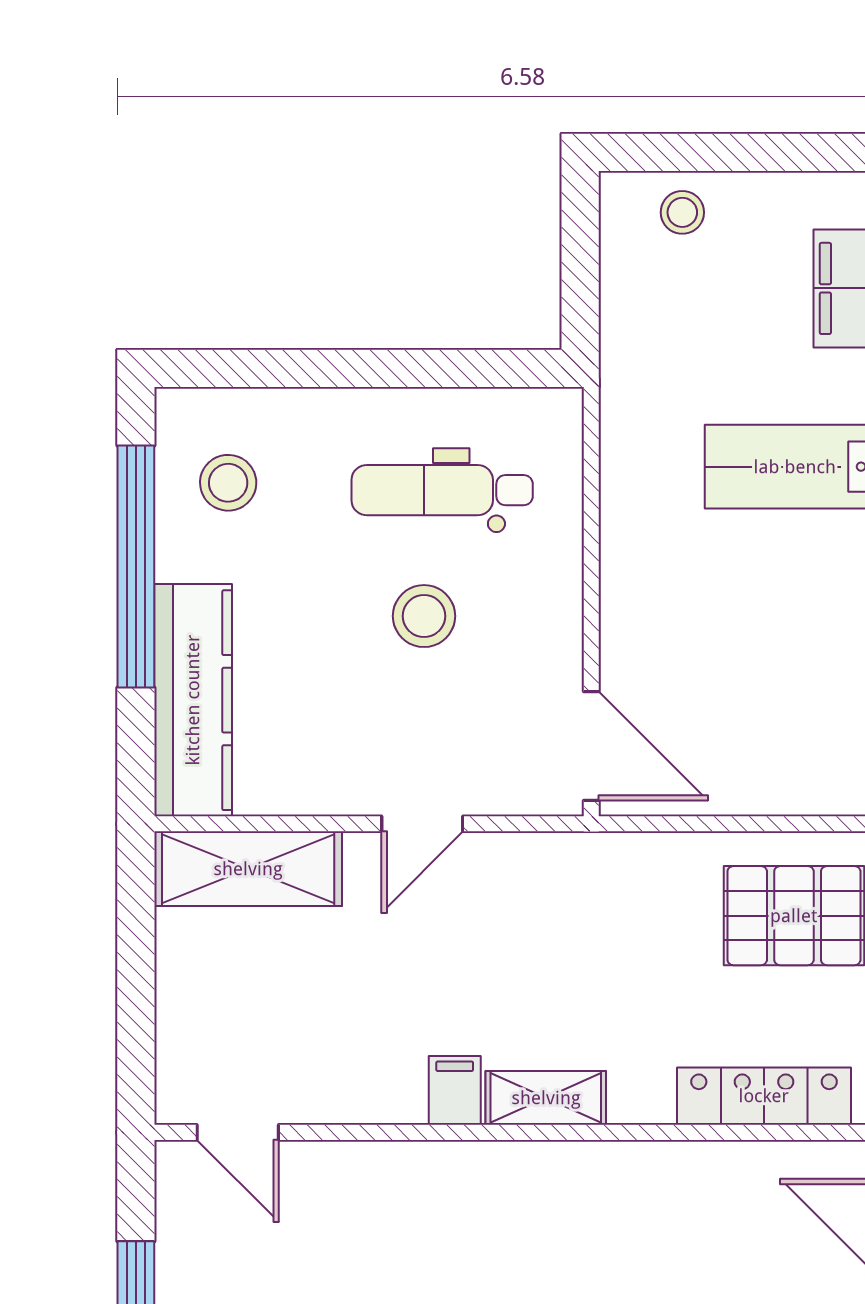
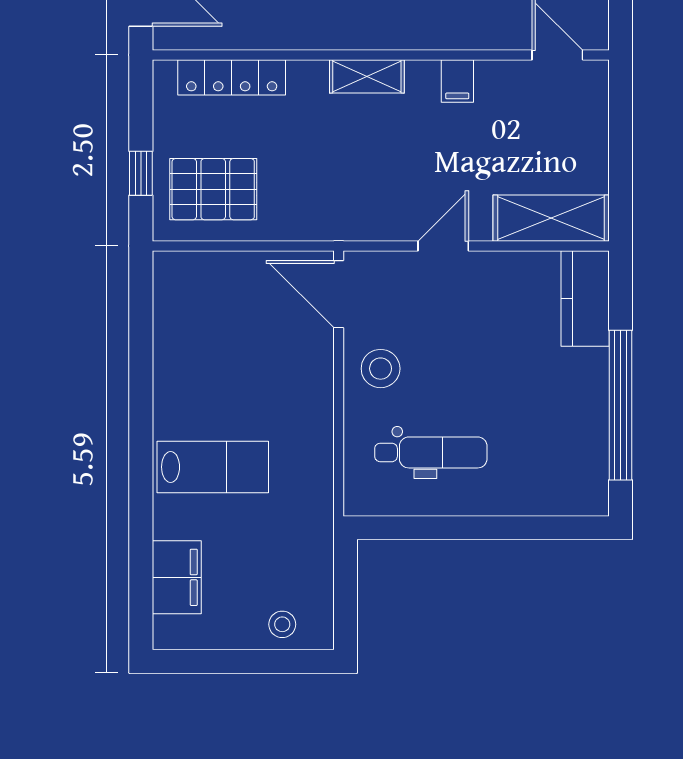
stool: (228, 483) -> (563, 457), removed
stool: (424, 616) -> (381, 369), moved
kitchen counter: (193, 700) -> (585, 298), width x0.67
filing cabinet: (455, 1090) -> (457, 81), moved

